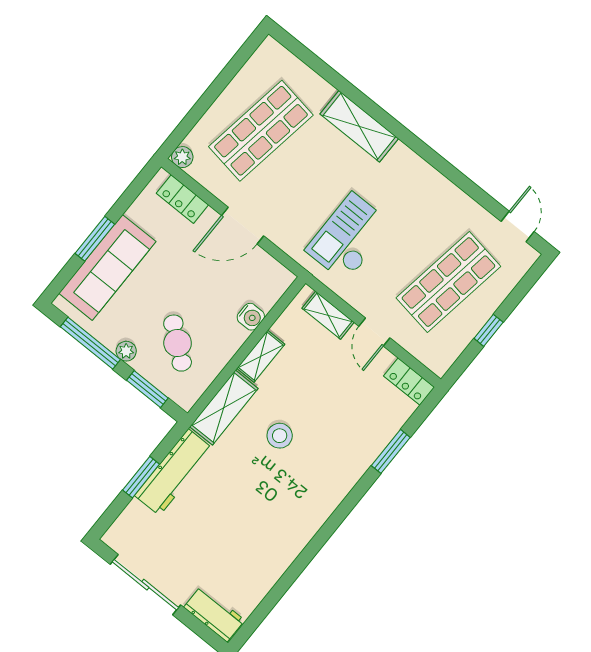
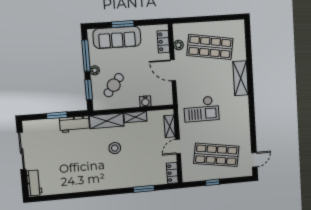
plant: (182, 157) -> (178, 45), moved
checkout: (349, 237) -> (201, 109), turned 180
workbench: (174, 472) -> (74, 124), width x0.73

